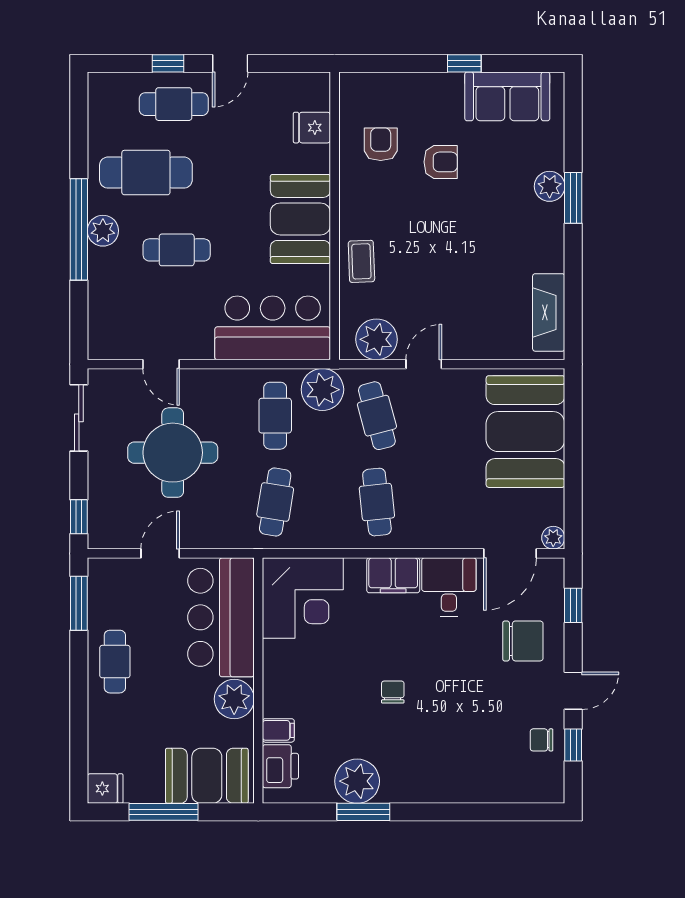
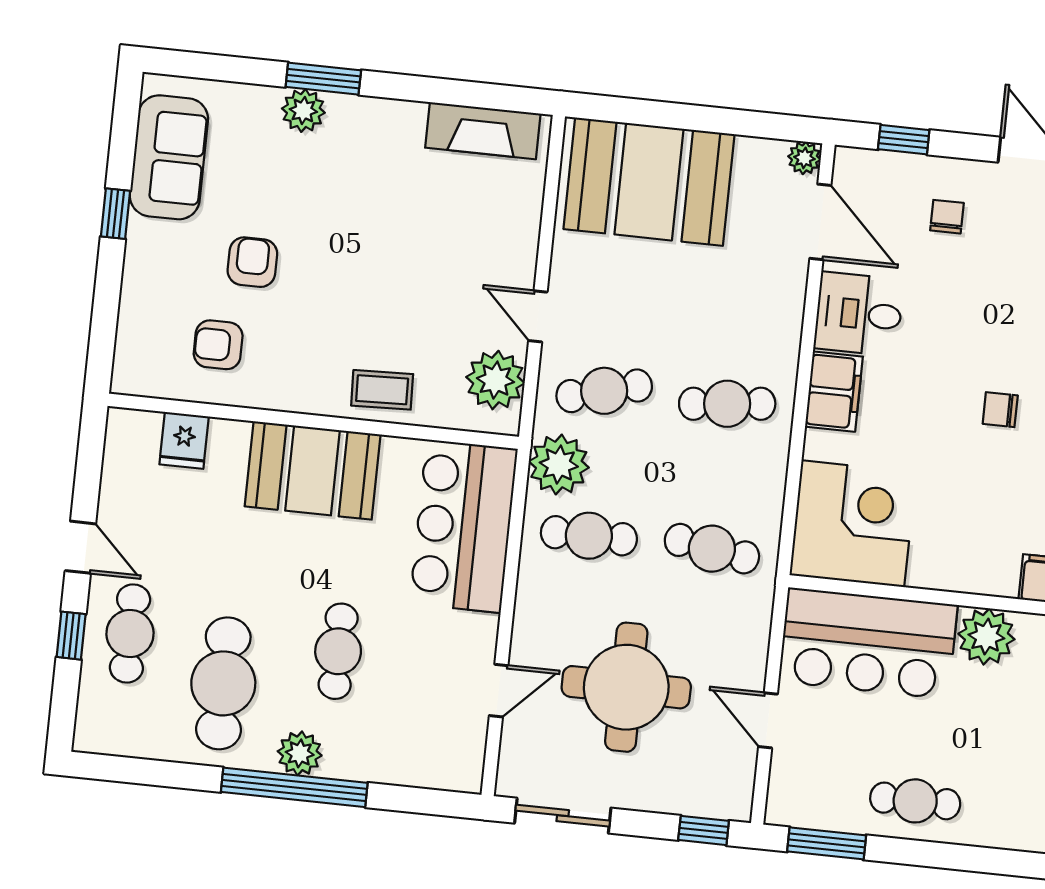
chair: (523, 641) -> (947, 217), width x0.54, depth x0.54

